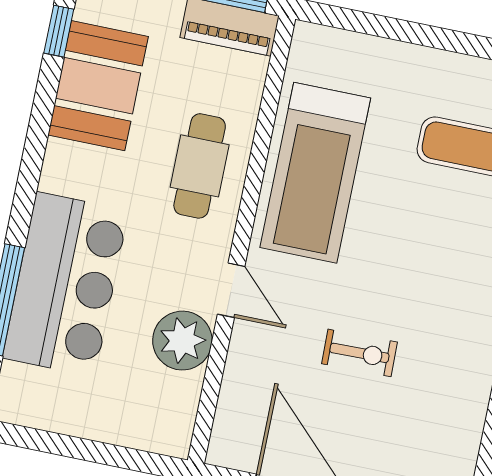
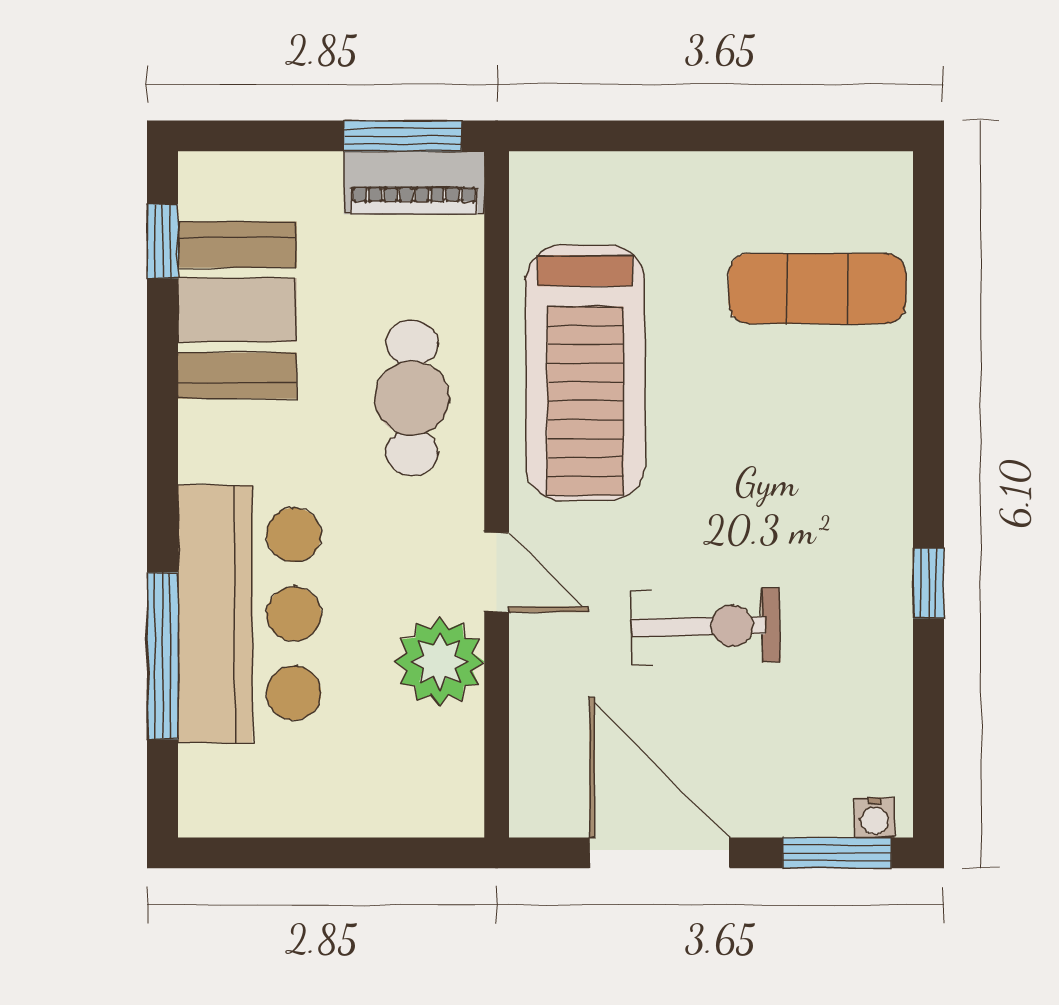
exercise bike: (359, 353) -> (706, 626), width x1.38, depth x1.39

